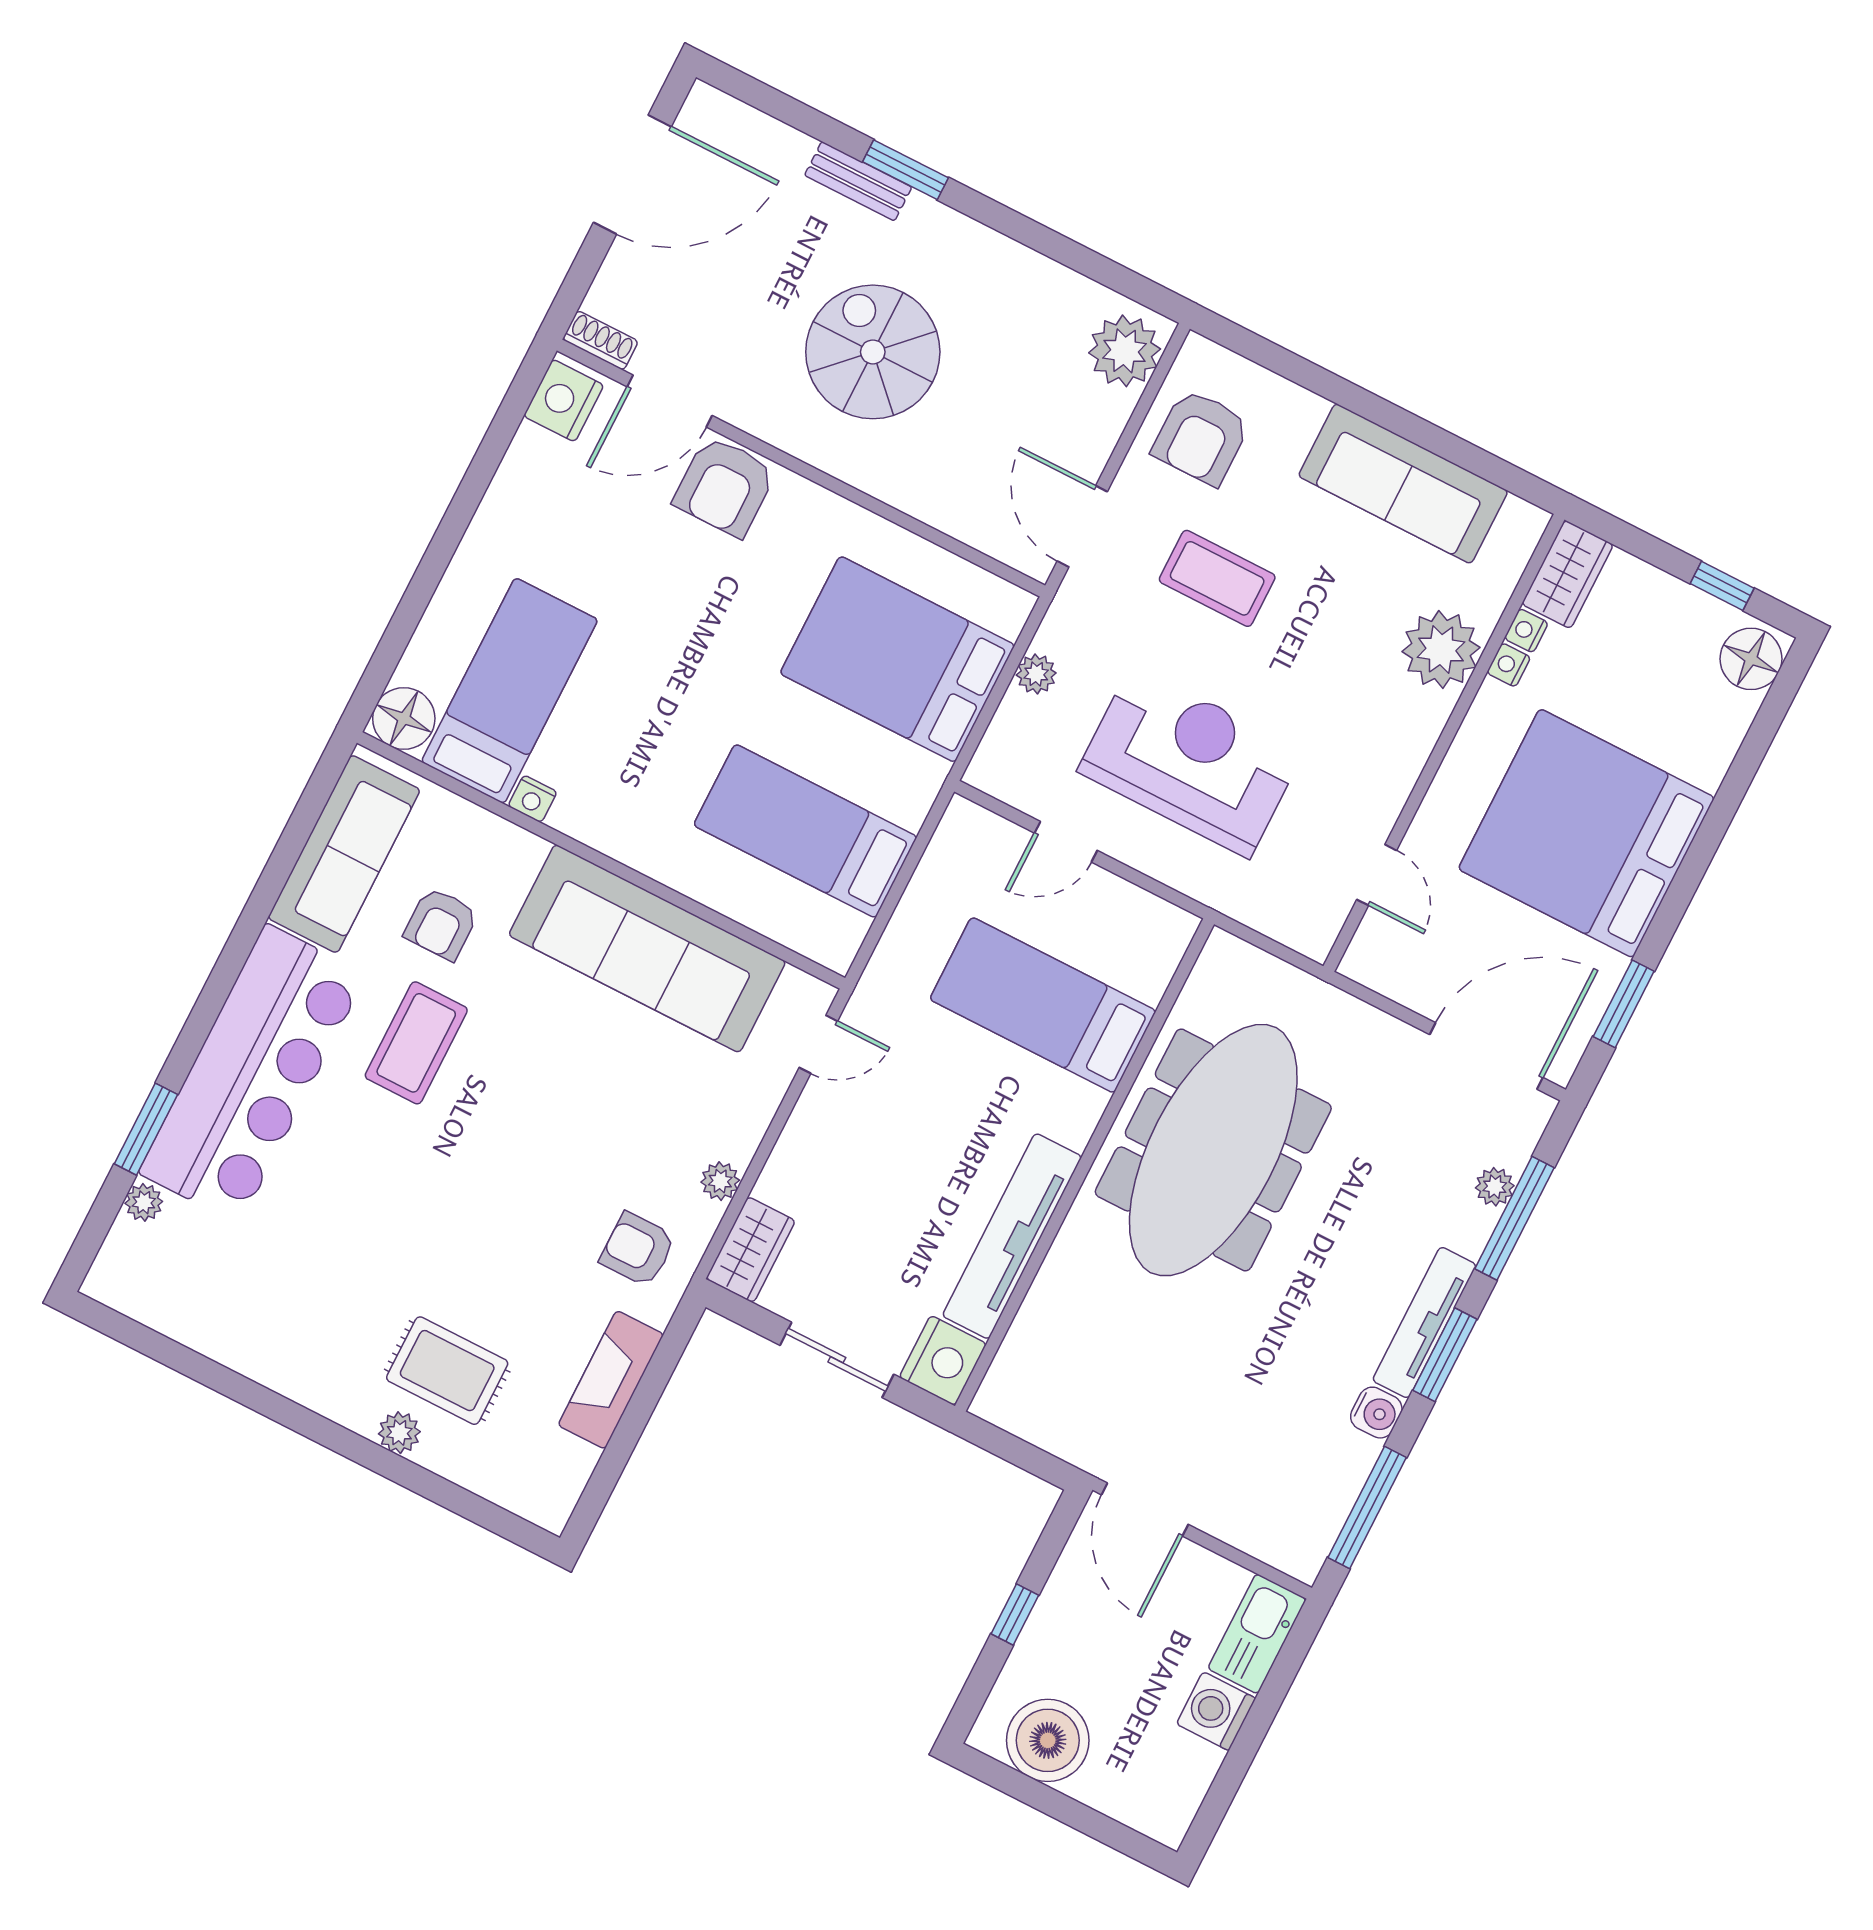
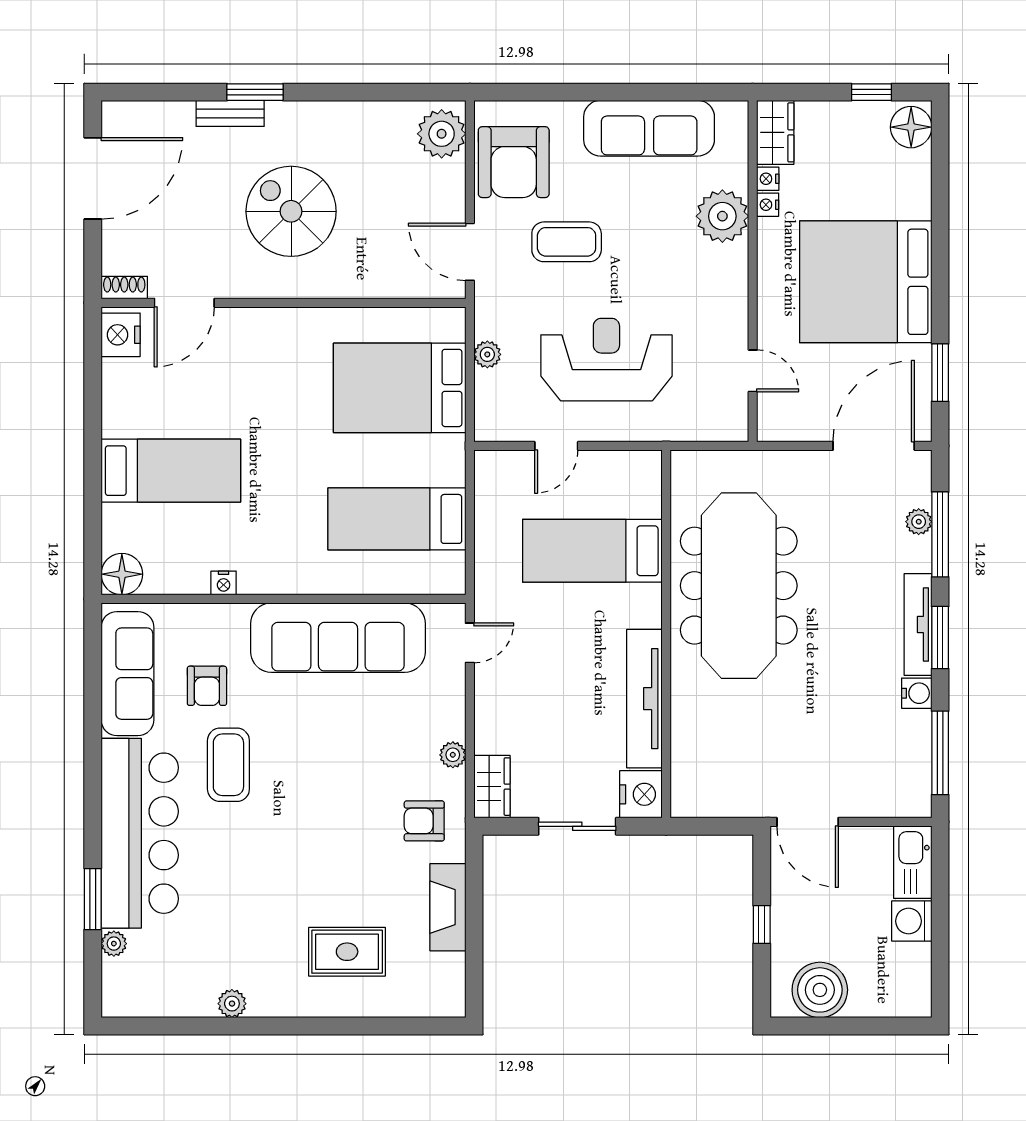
armchair: (1201, 437) -> (514, 162), width x1.36, depth x1.36
armchair: (725, 486) -> (243, 337), removed
bed: (510, 691) -> (171, 471), moved, turned 90
plant: (399, 1433) -> (232, 1004), moved

